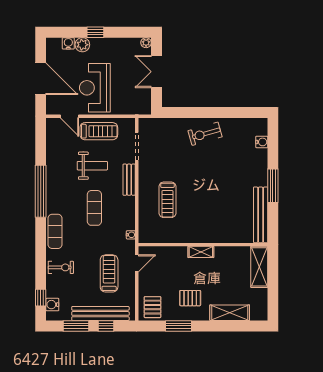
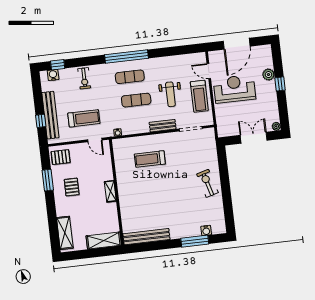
water cooler: (68, 43) -> (268, 63), removed
door: (70, 116) -> (209, 71), hinge flipped
window: (273, 186) -> (195, 241), moved
window: (41, 191) -> (127, 57), moved
exercise mat: (55, 231) -> (130, 77), moved
shelving: (230, 313) -> (65, 233), moved
window: (76, 326) -> (38, 96), removed

